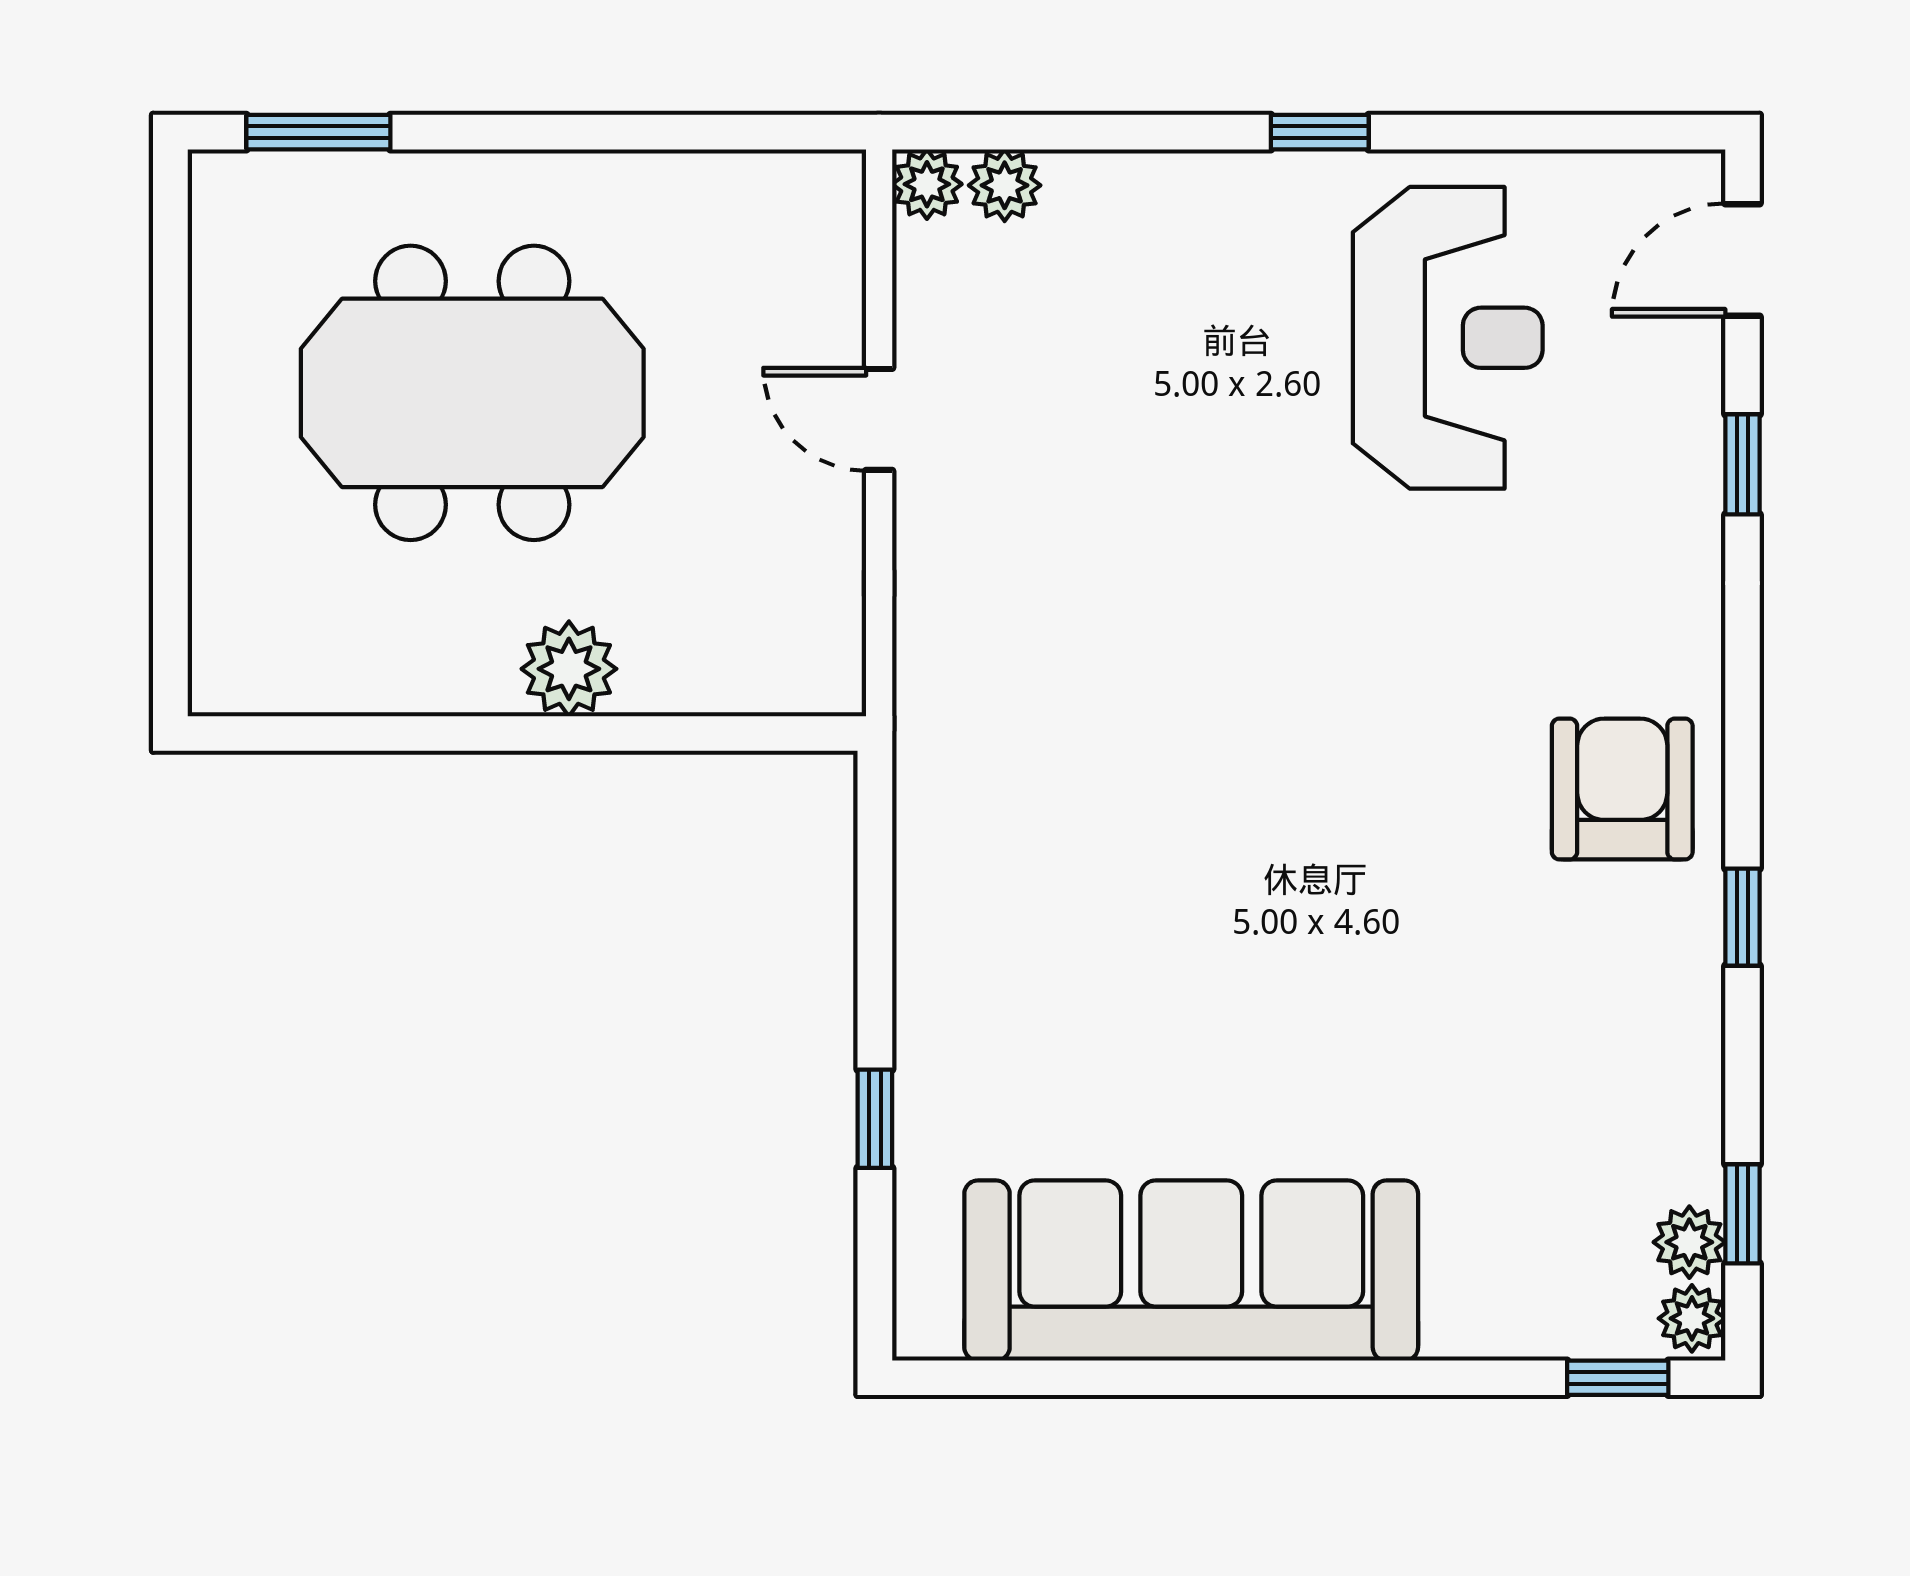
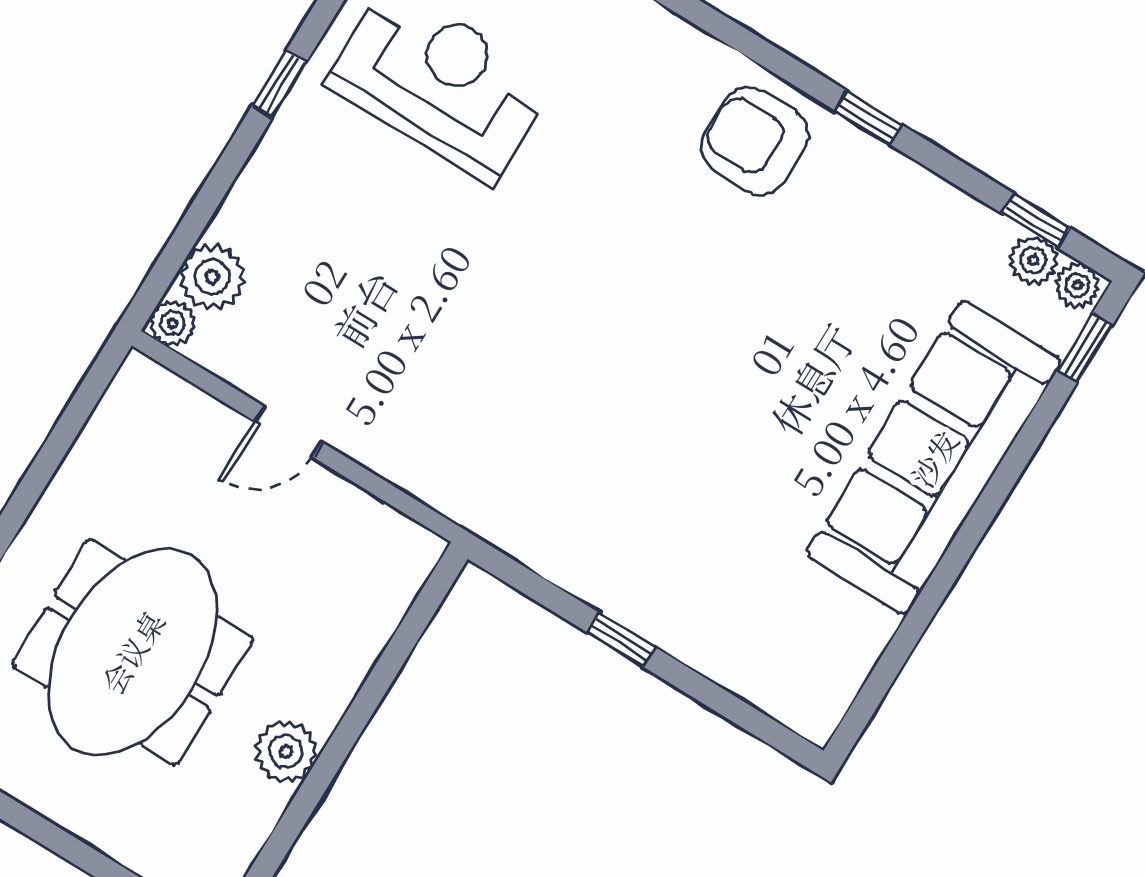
plant: (1005, 185) -> (212, 277), width x1.38, depth x1.38
plant: (569, 669) -> (286, 751), moved
window: (875, 1119) -> (622, 640), moved
sofa: (1191, 1271) -> (934, 458), moved

